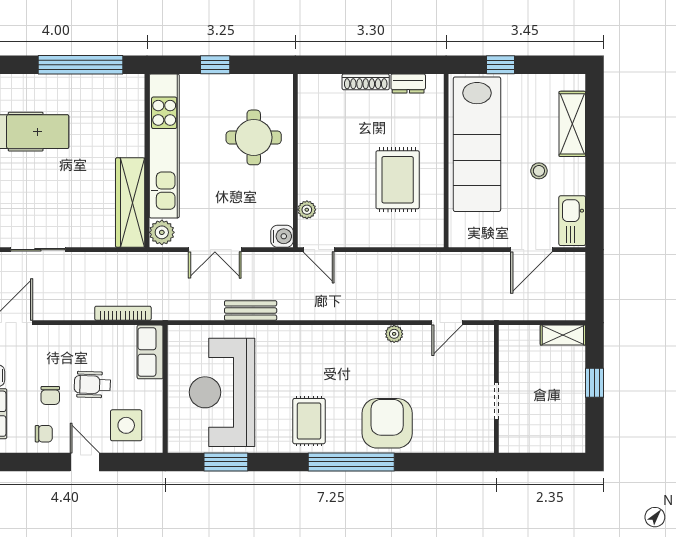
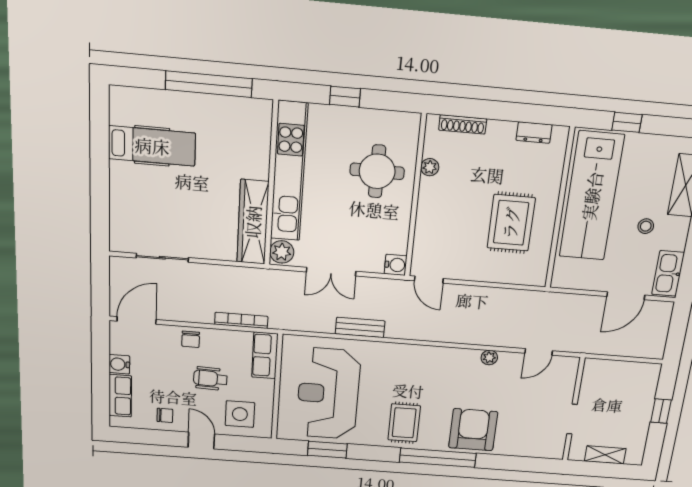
shoe rack: (366, 82) -> (463, 124), moved
plant: (307, 210) -> (430, 167), moved
shelving: (563, 335) -> (605, 455), moved
chair: (50, 395) -> (191, 339), moved

